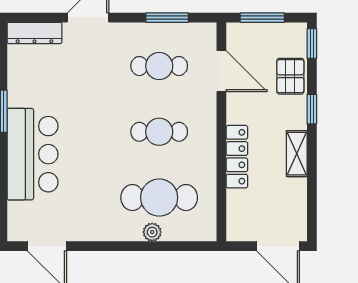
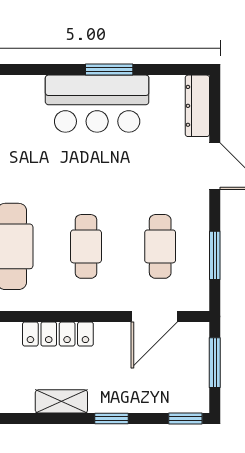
pallet: (290, 76) -> (149, 394), removed
bar counter: (33, 154) -> (97, 104), moved

